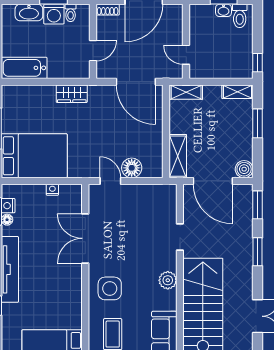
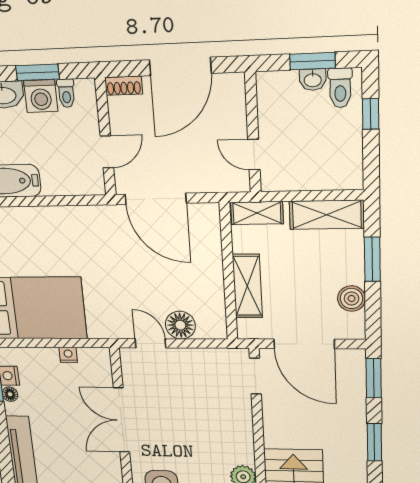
window: (257, 63) -> (371, 114), moved
door: (136, 82) -> (156, 199), moved
shelving: (237, 92) -> (327, 215), width x1.50, depth x1.33
wardrobe: (72, 94) -> (81, 218), removed
shelving: (178, 156) -> (247, 286), moved
boiler: (244, 169) -> (352, 298), moved
doorway: (180, 237) -> (255, 376), moved

